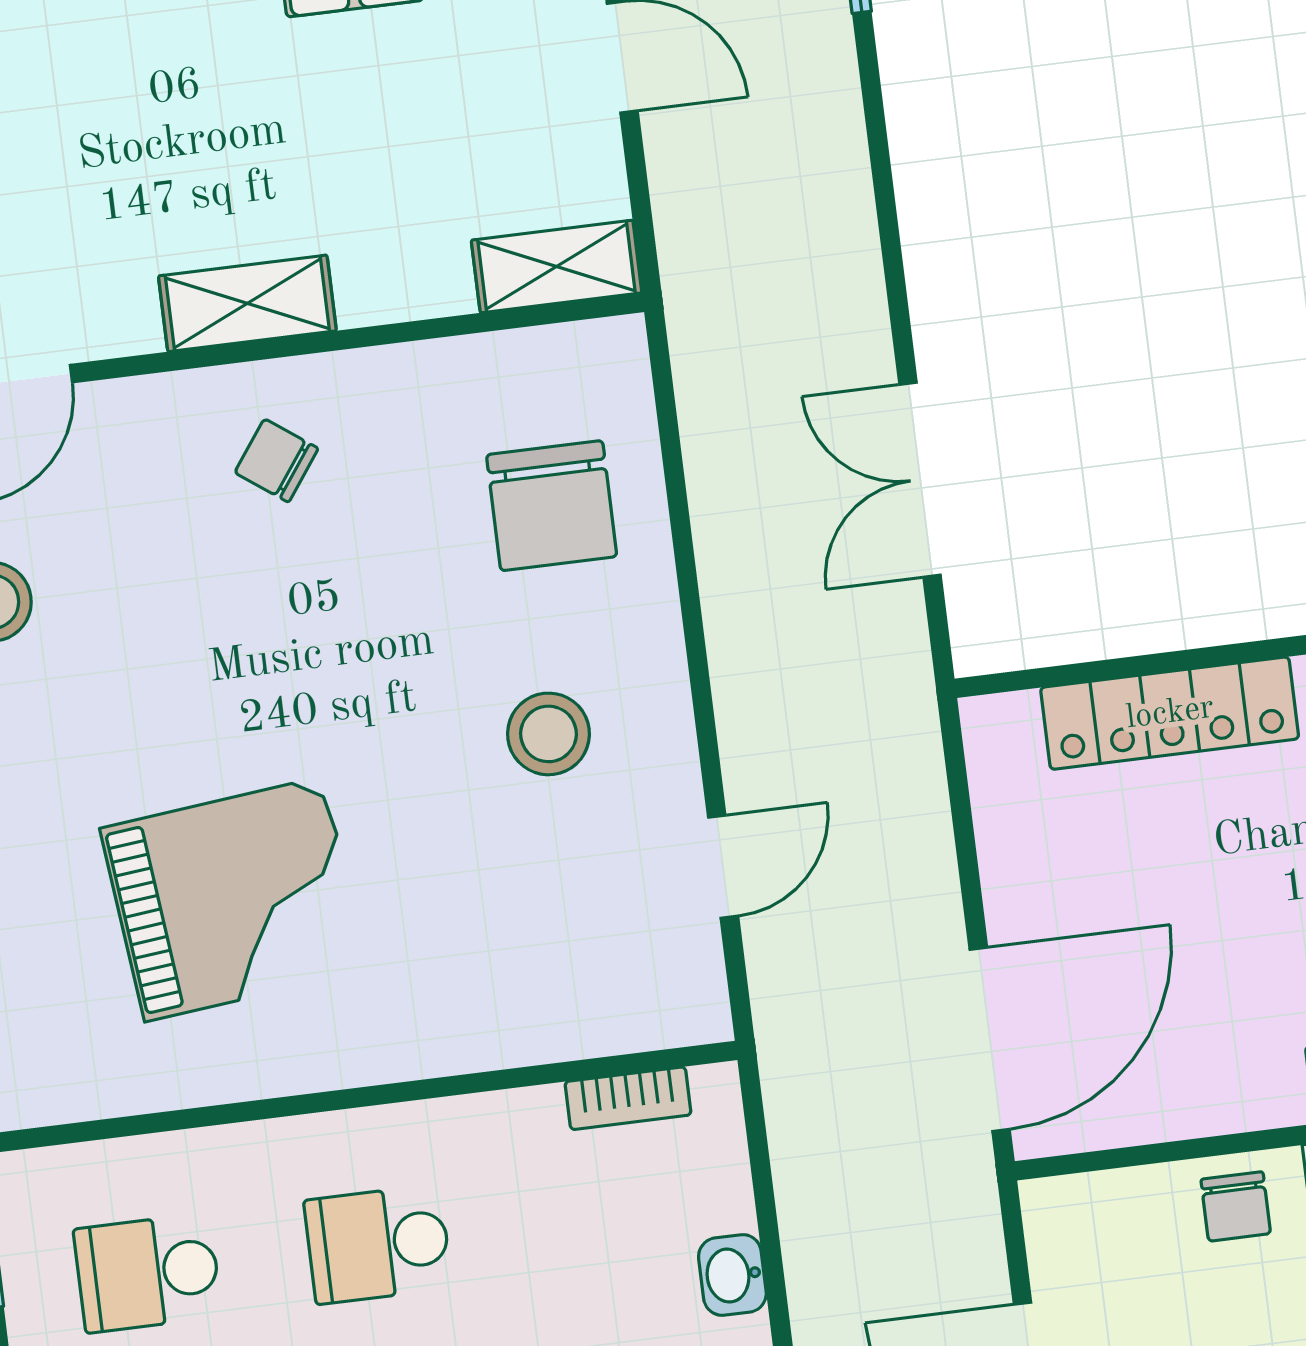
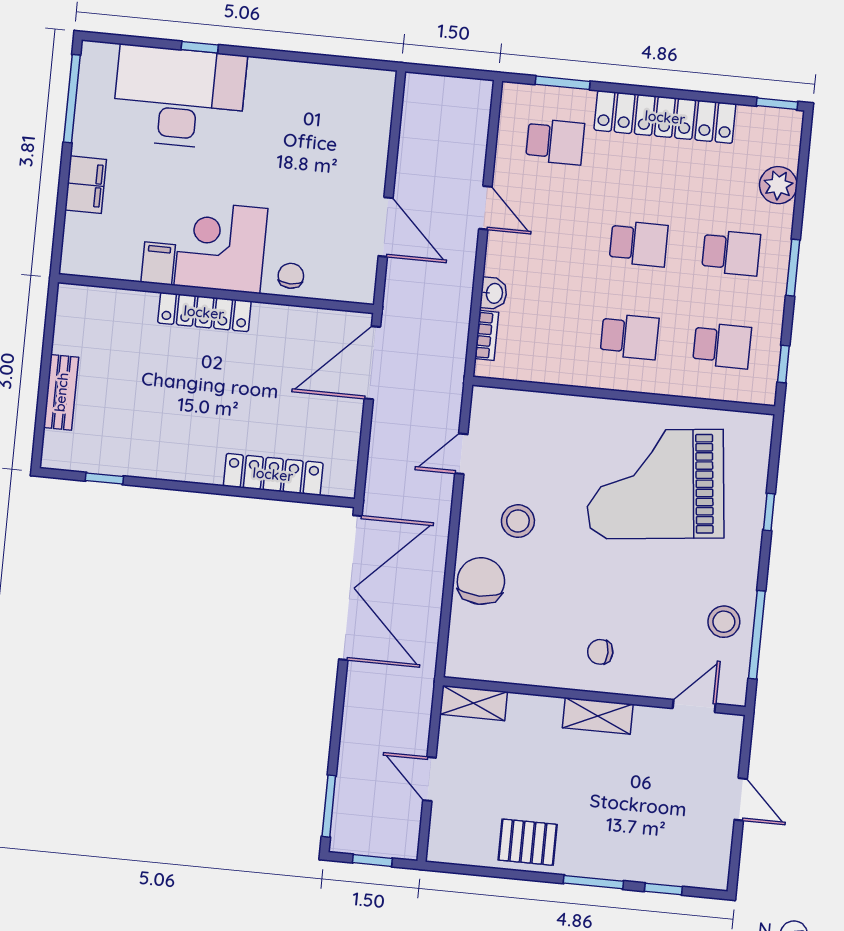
chair: (276, 461) -> (600, 652), turned 144
double door: (920, 480) -> (350, 588), width x1.87
chair: (552, 506) -> (481, 581), moved
grand piano: (234, 899) -> (655, 484), width x1.37, depth x1.48
bookcase: (628, 1098) -> (487, 335), moved, turned 90

